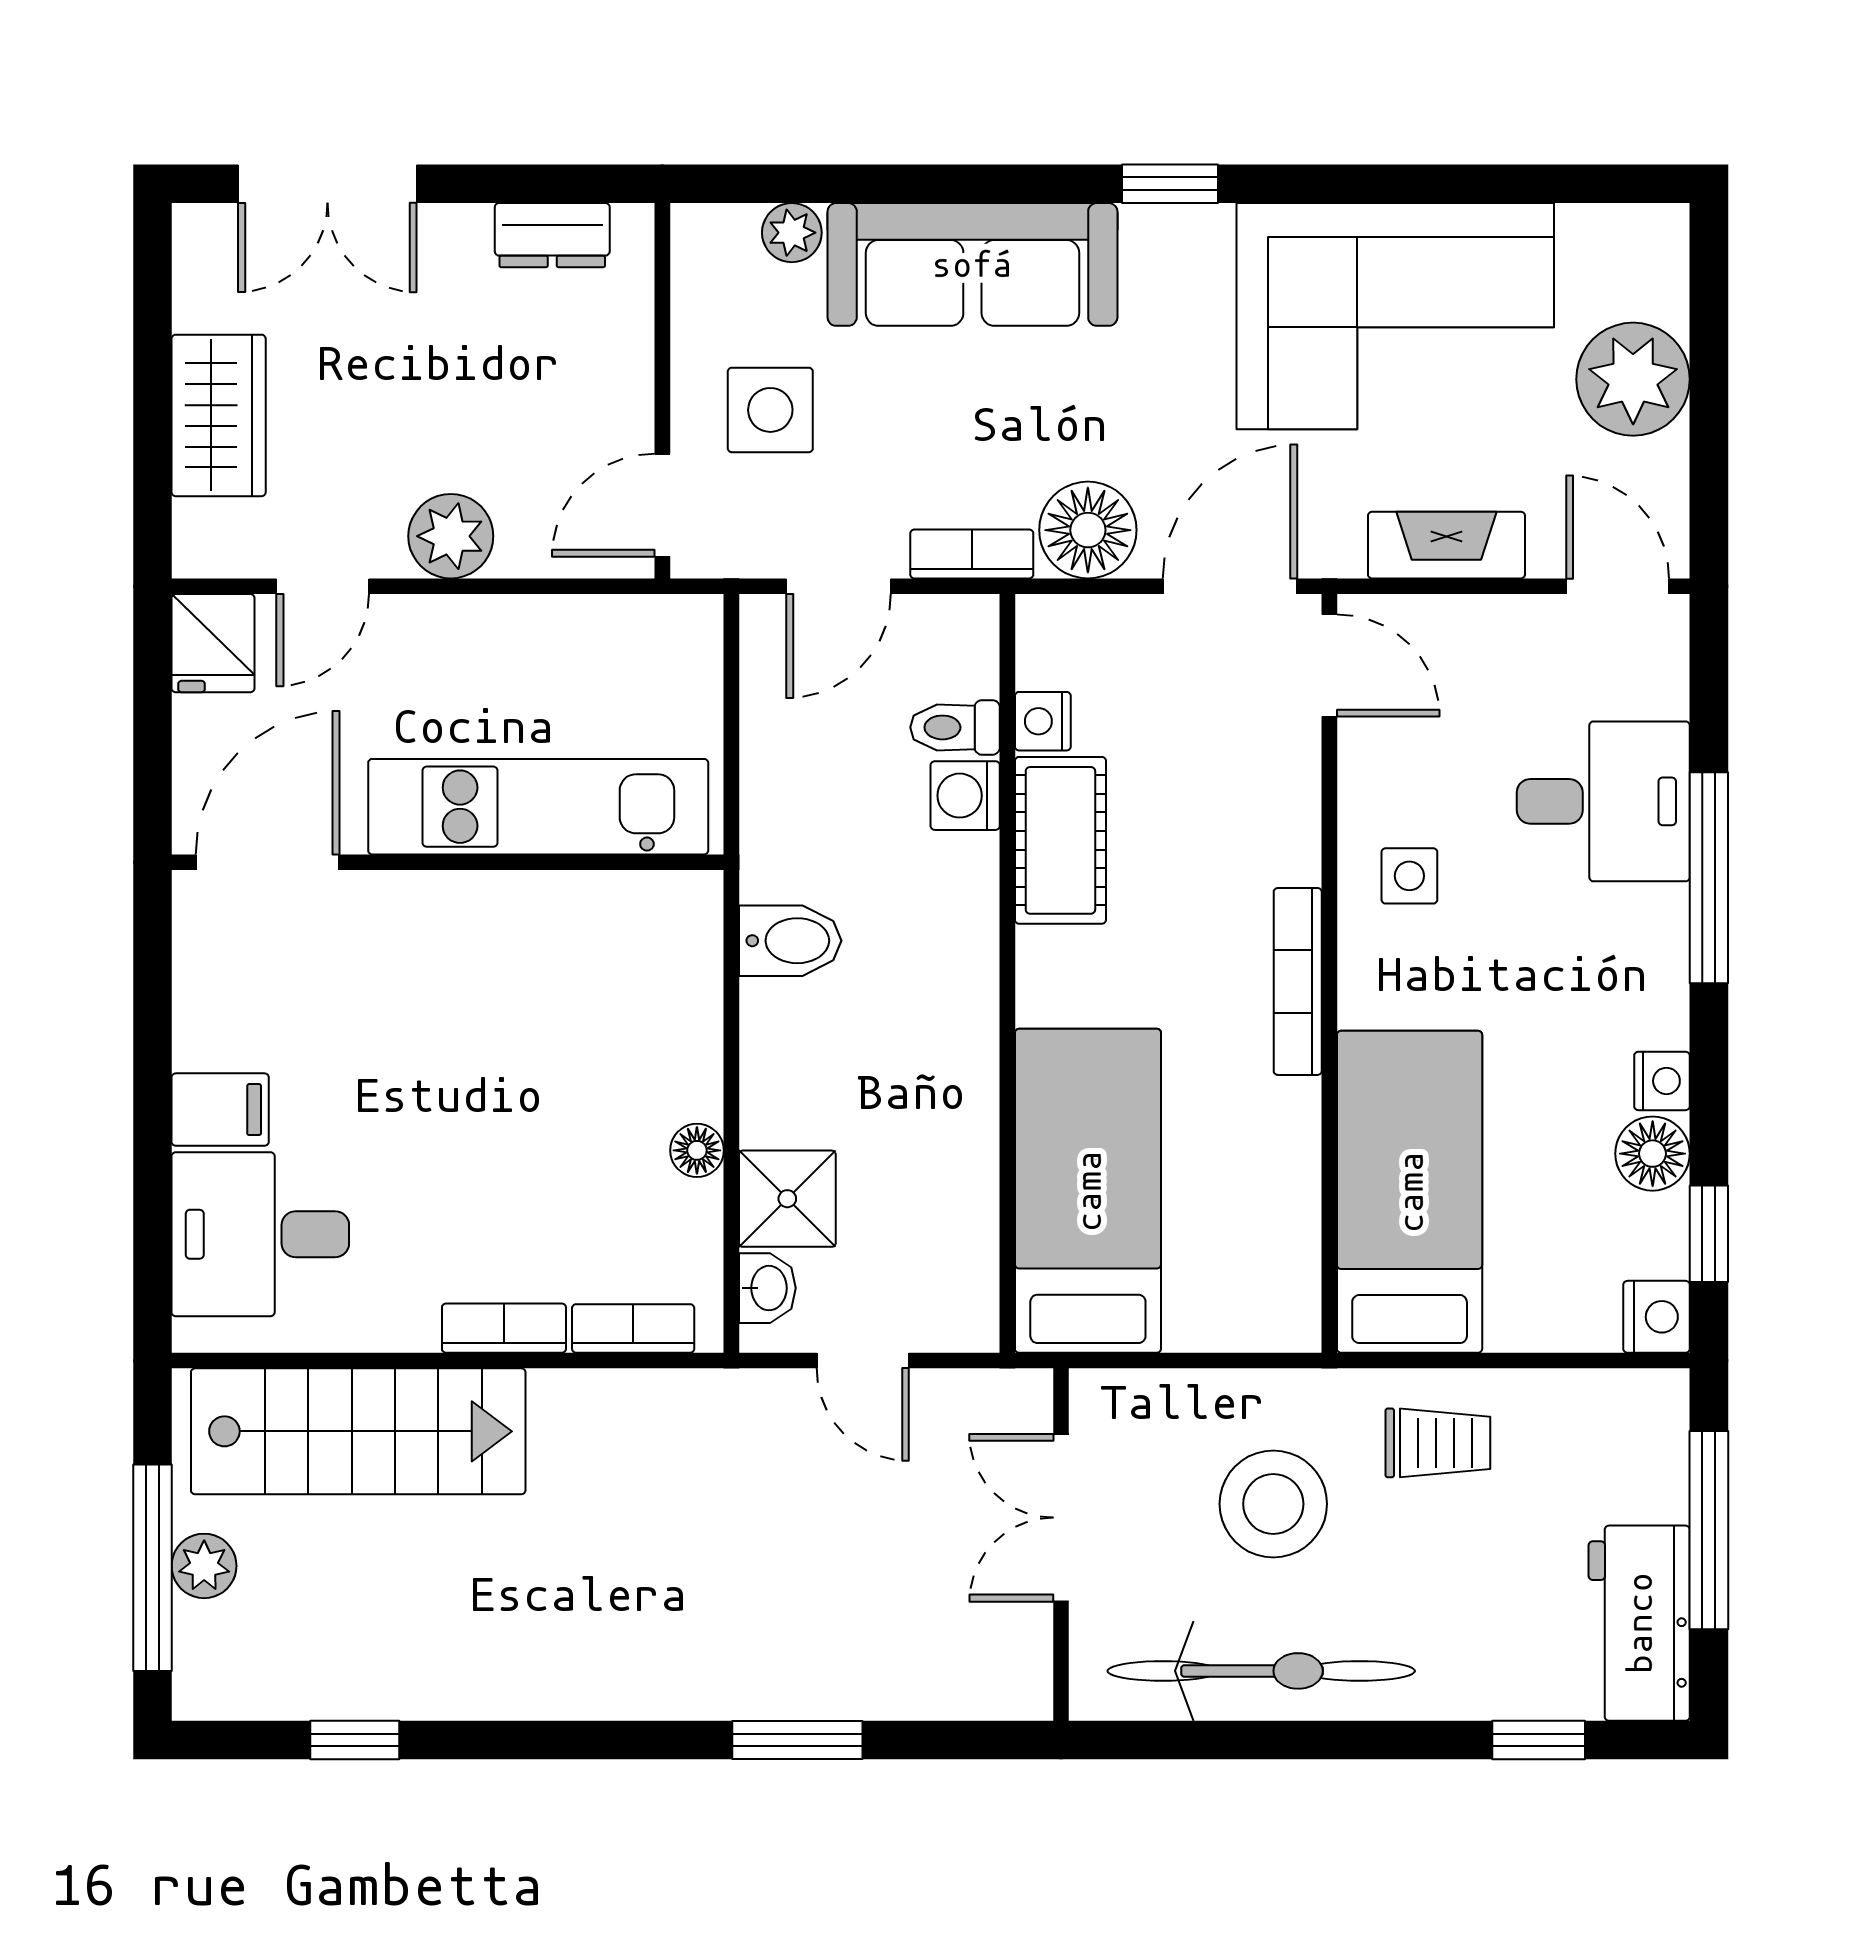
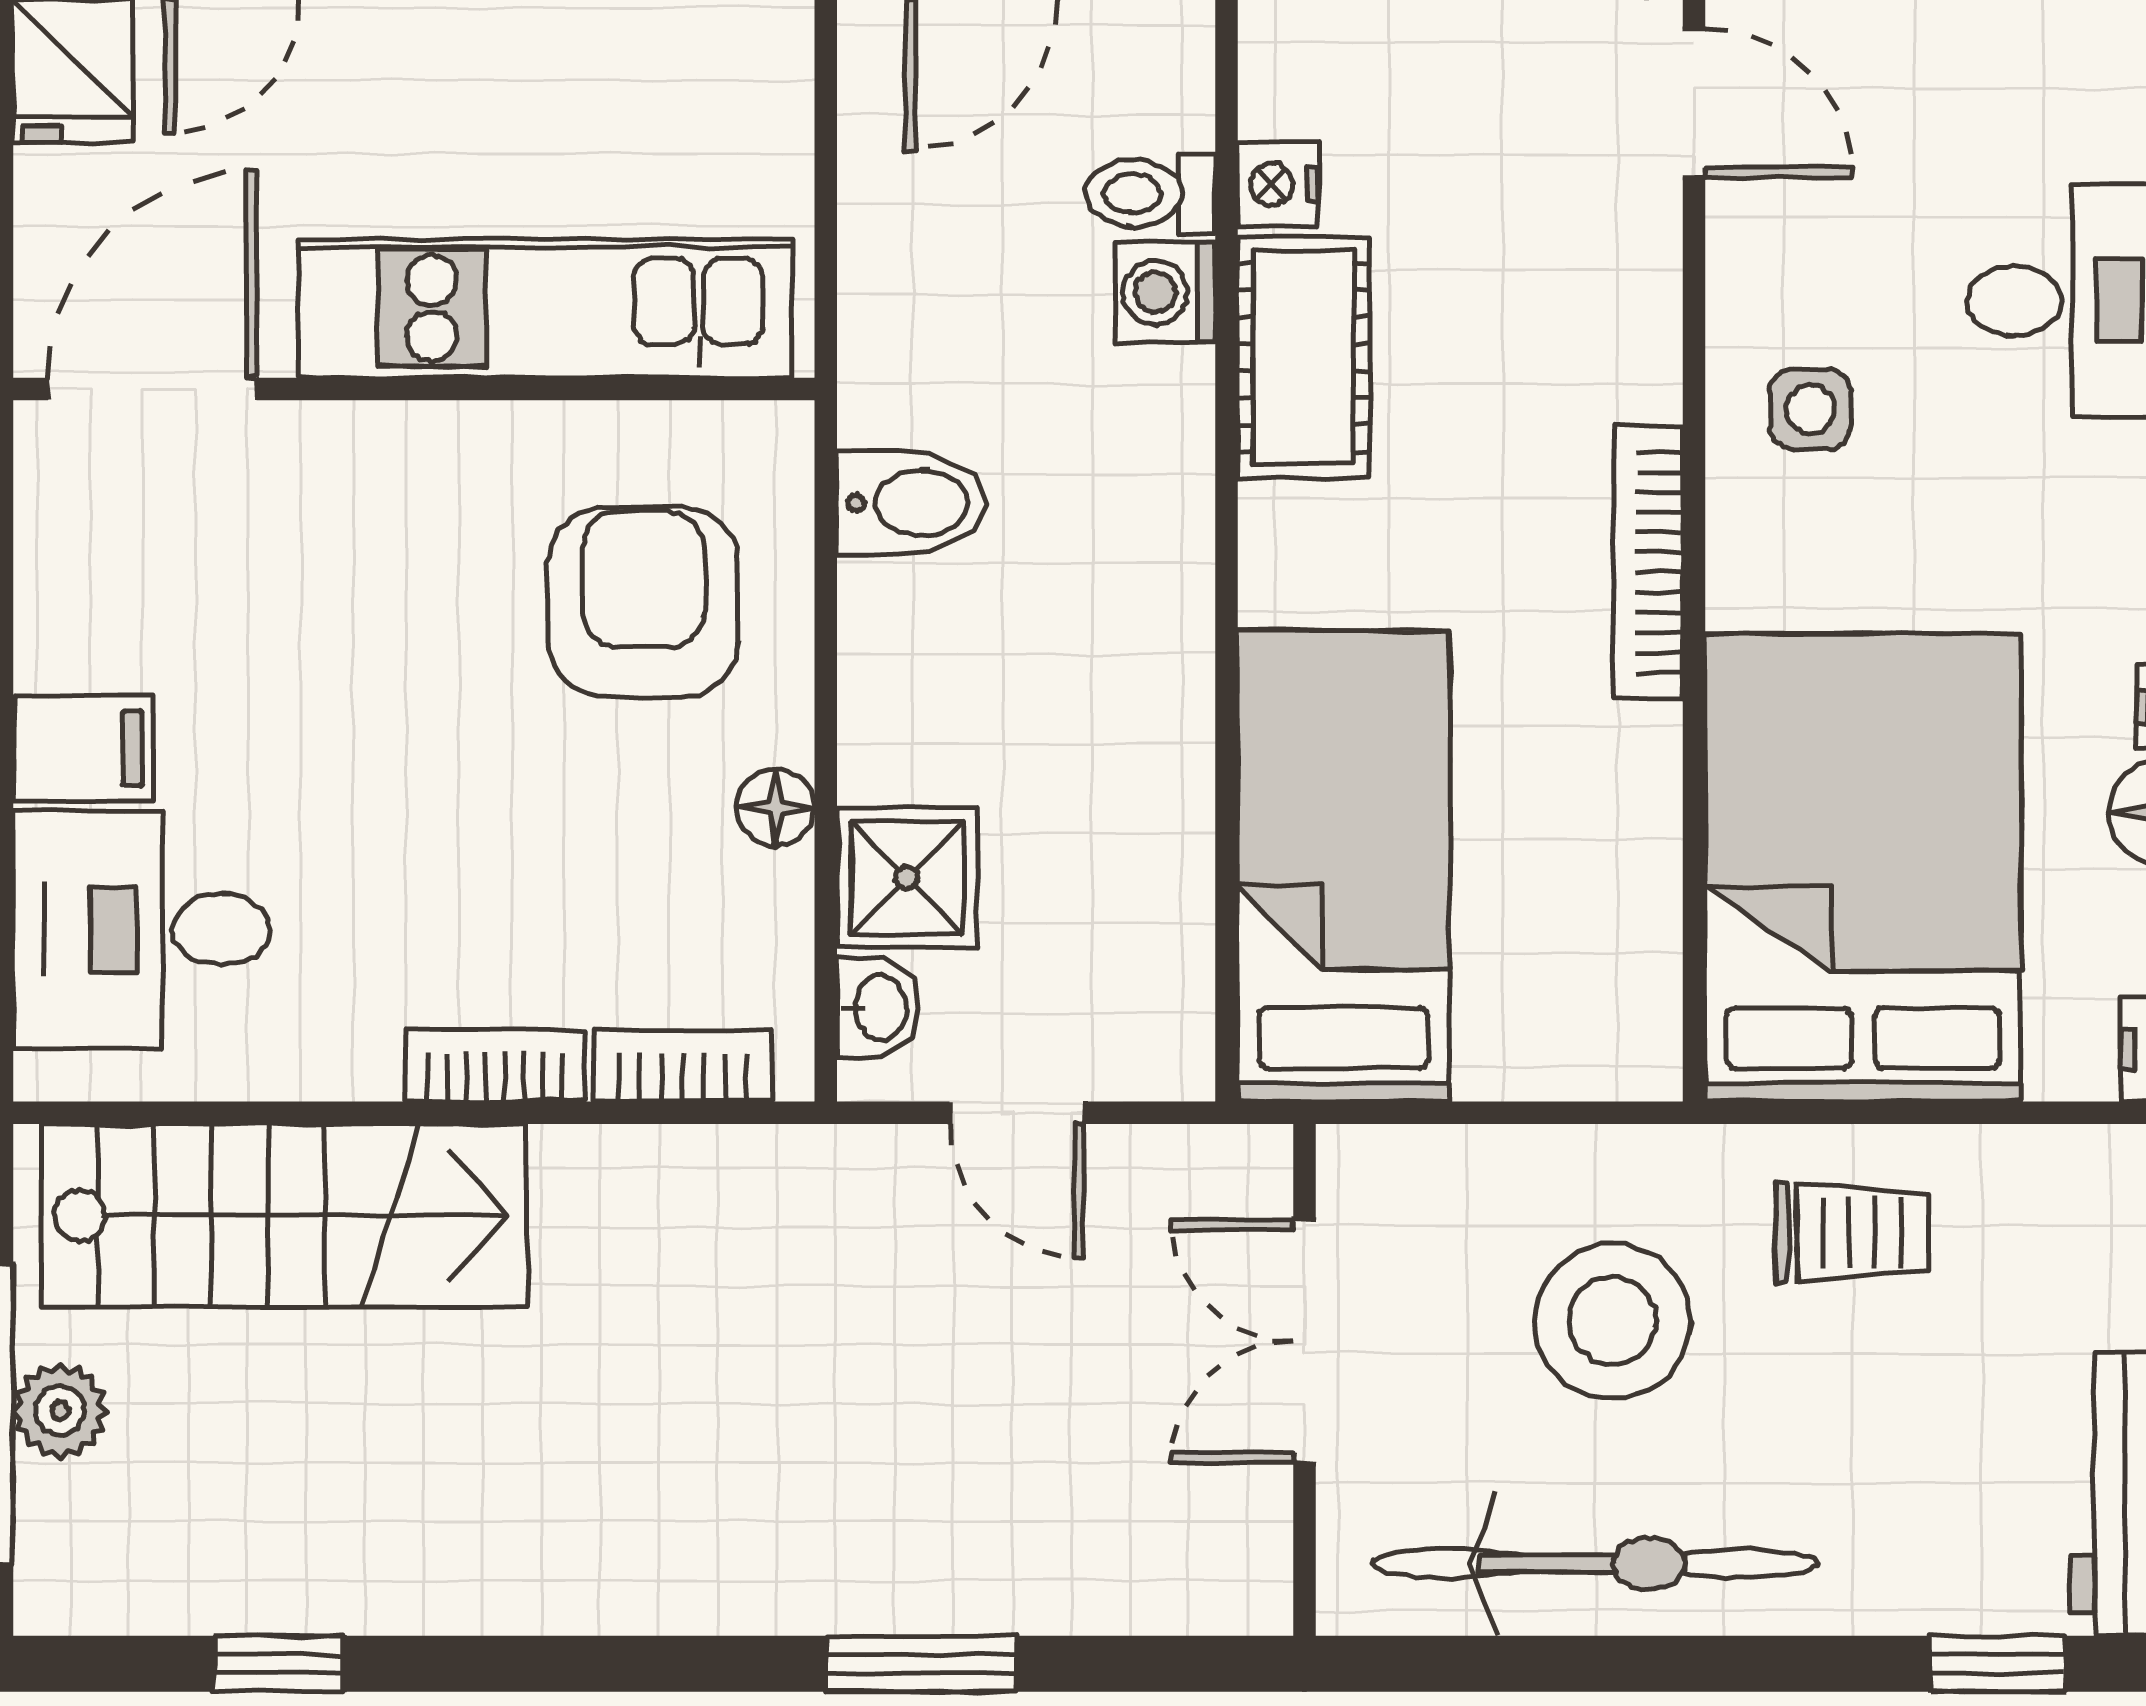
armchair: (606, 1009) -> (643, 602), added
bed: (1410, 1192) -> (1863, 868), width x1.50

